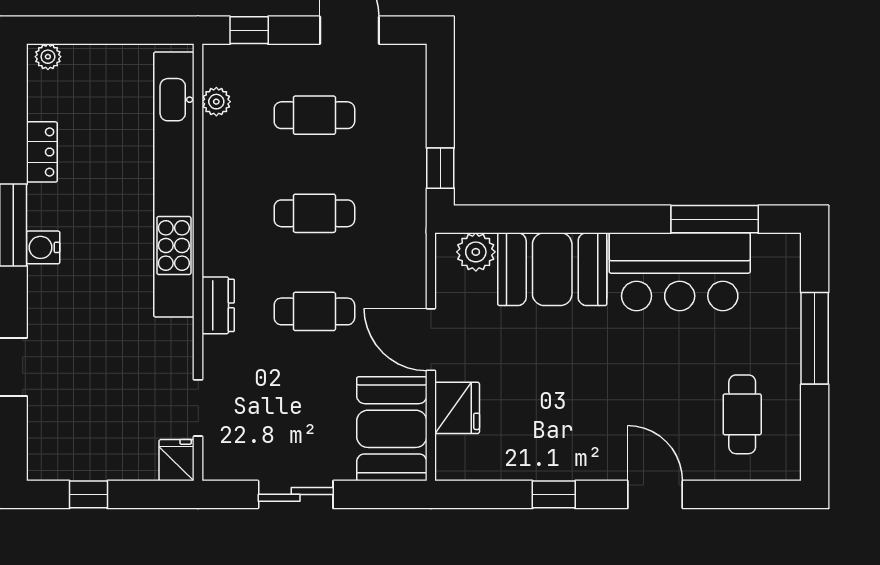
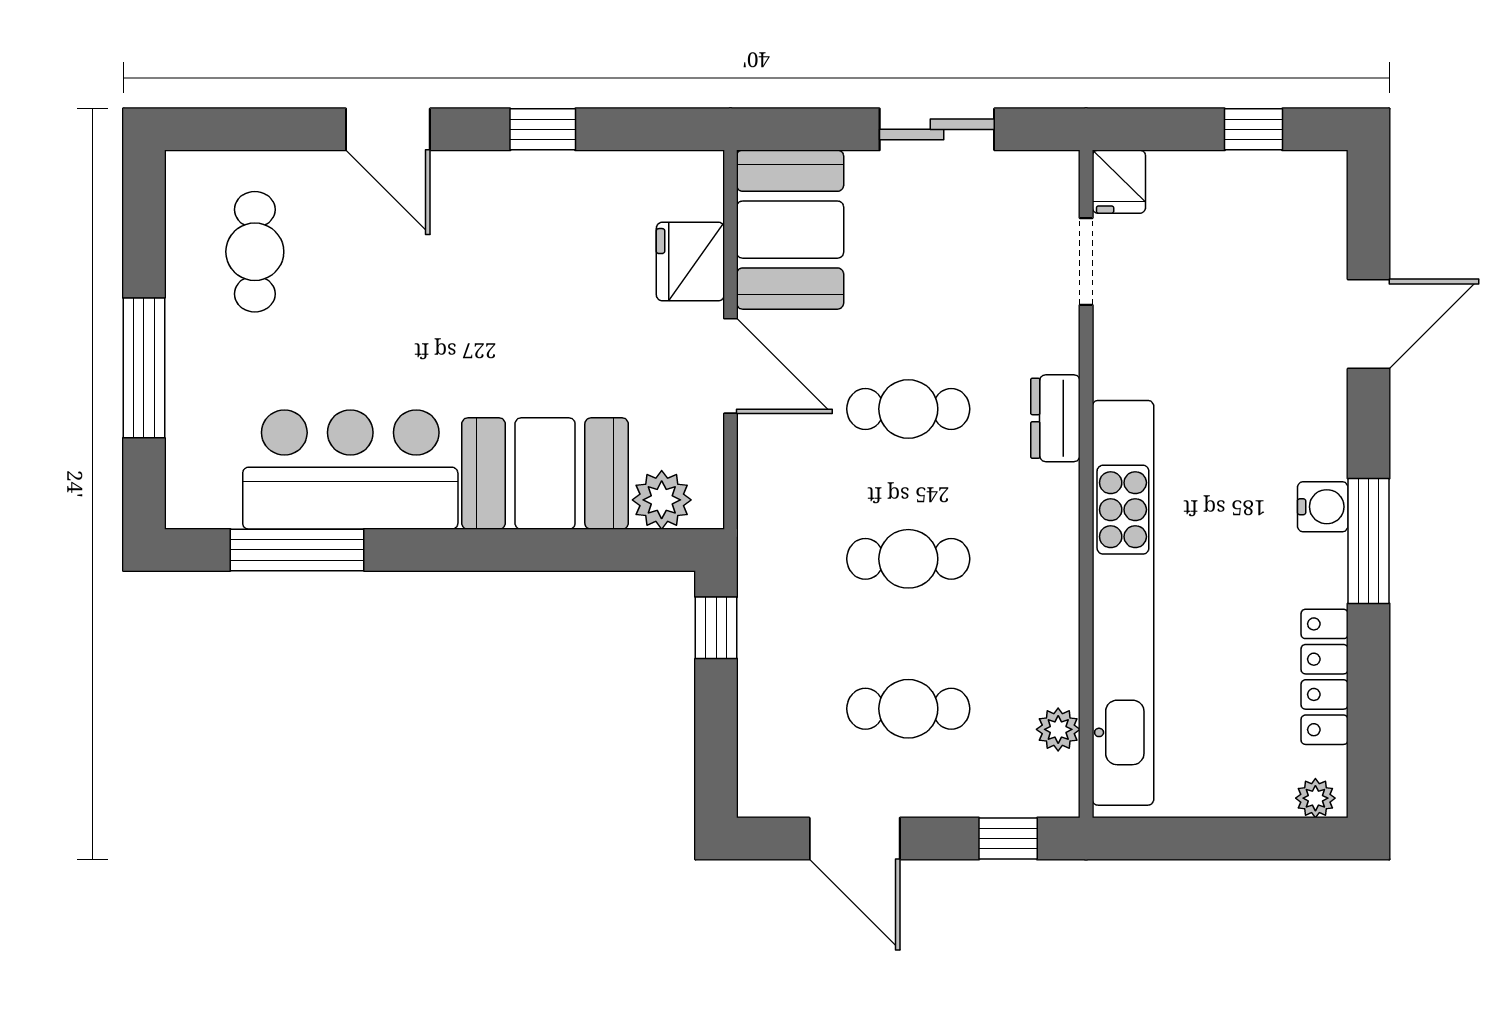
locker: (42, 152) -> (1325, 677), width x1.53

